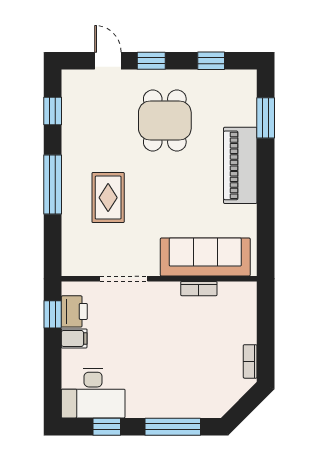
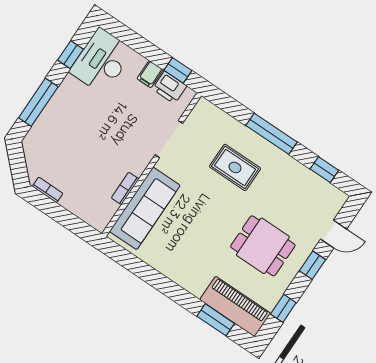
piano: (240, 165) -> (235, 306), moved

